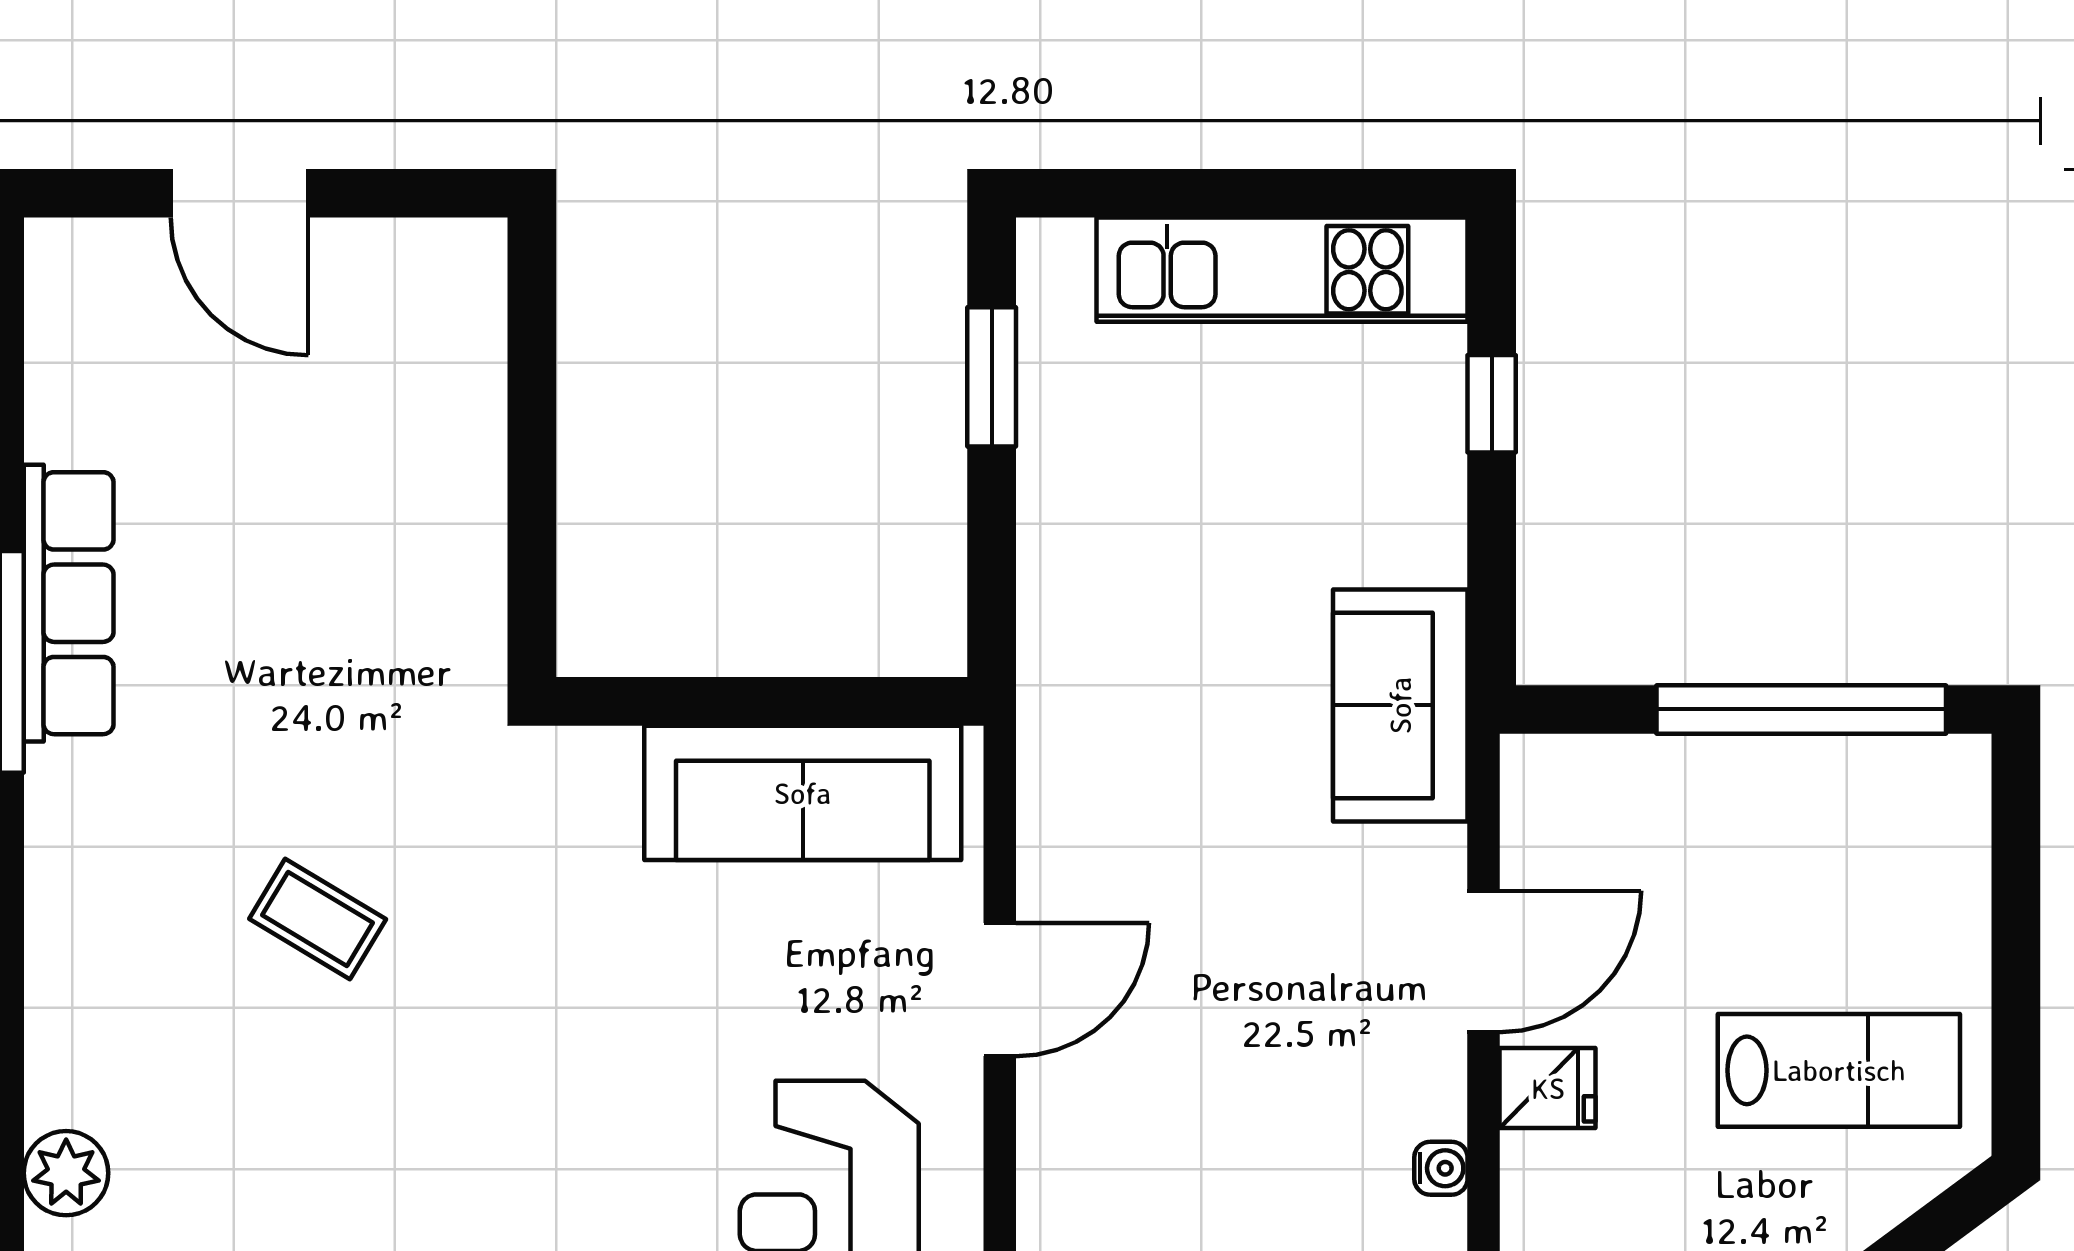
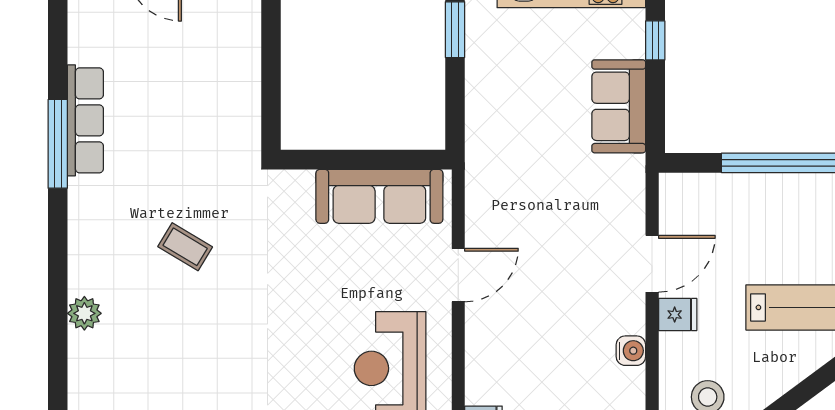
sofa: (1400, 705) -> (619, 106), moved
water cooler: (1441, 1168) -> (631, 351), width x1.38, depth x1.38
plant: (66, 1173) -> (84, 313), moved

